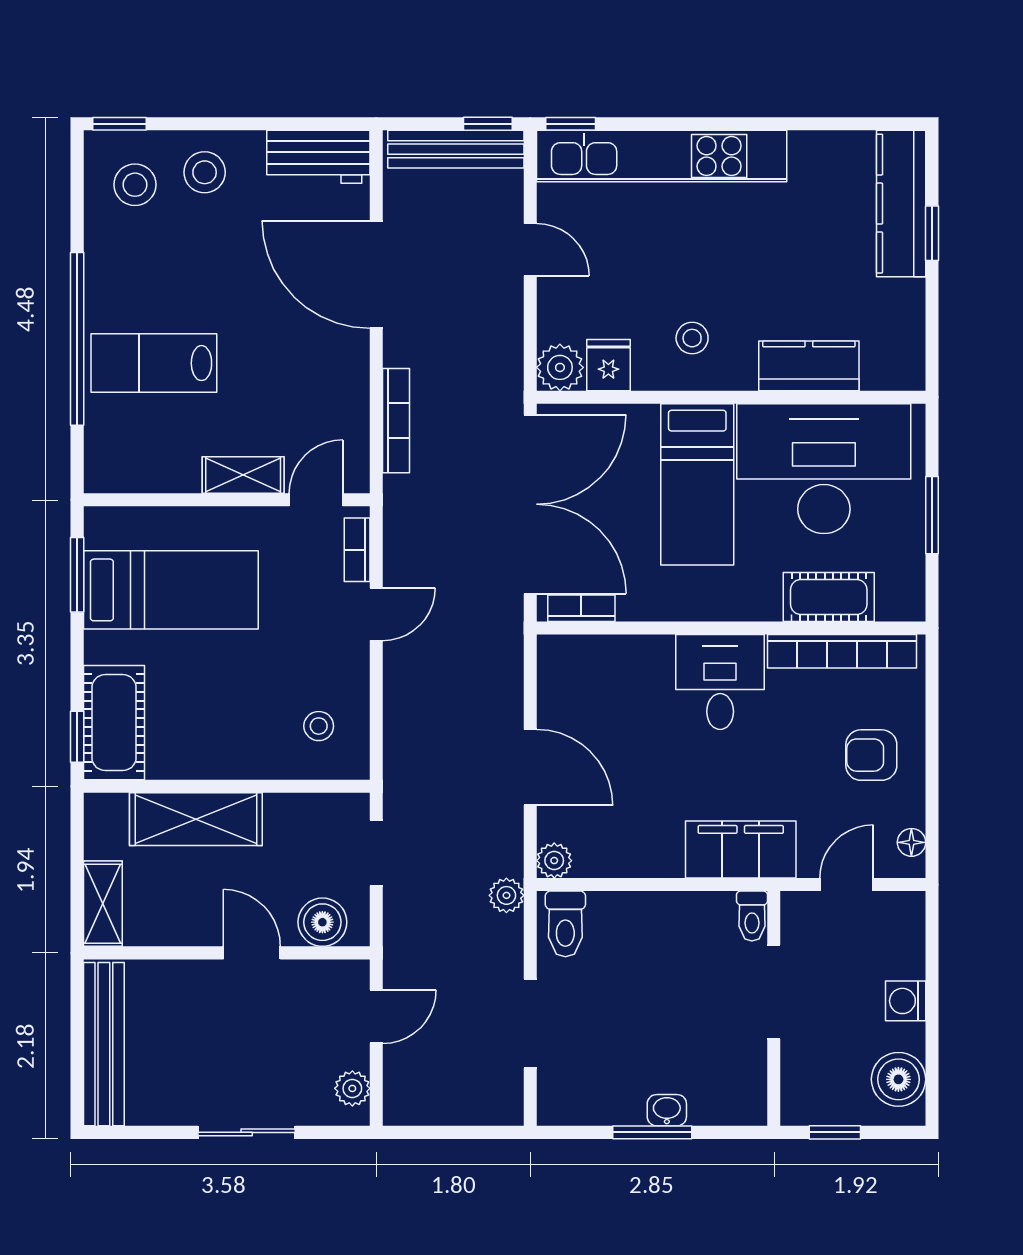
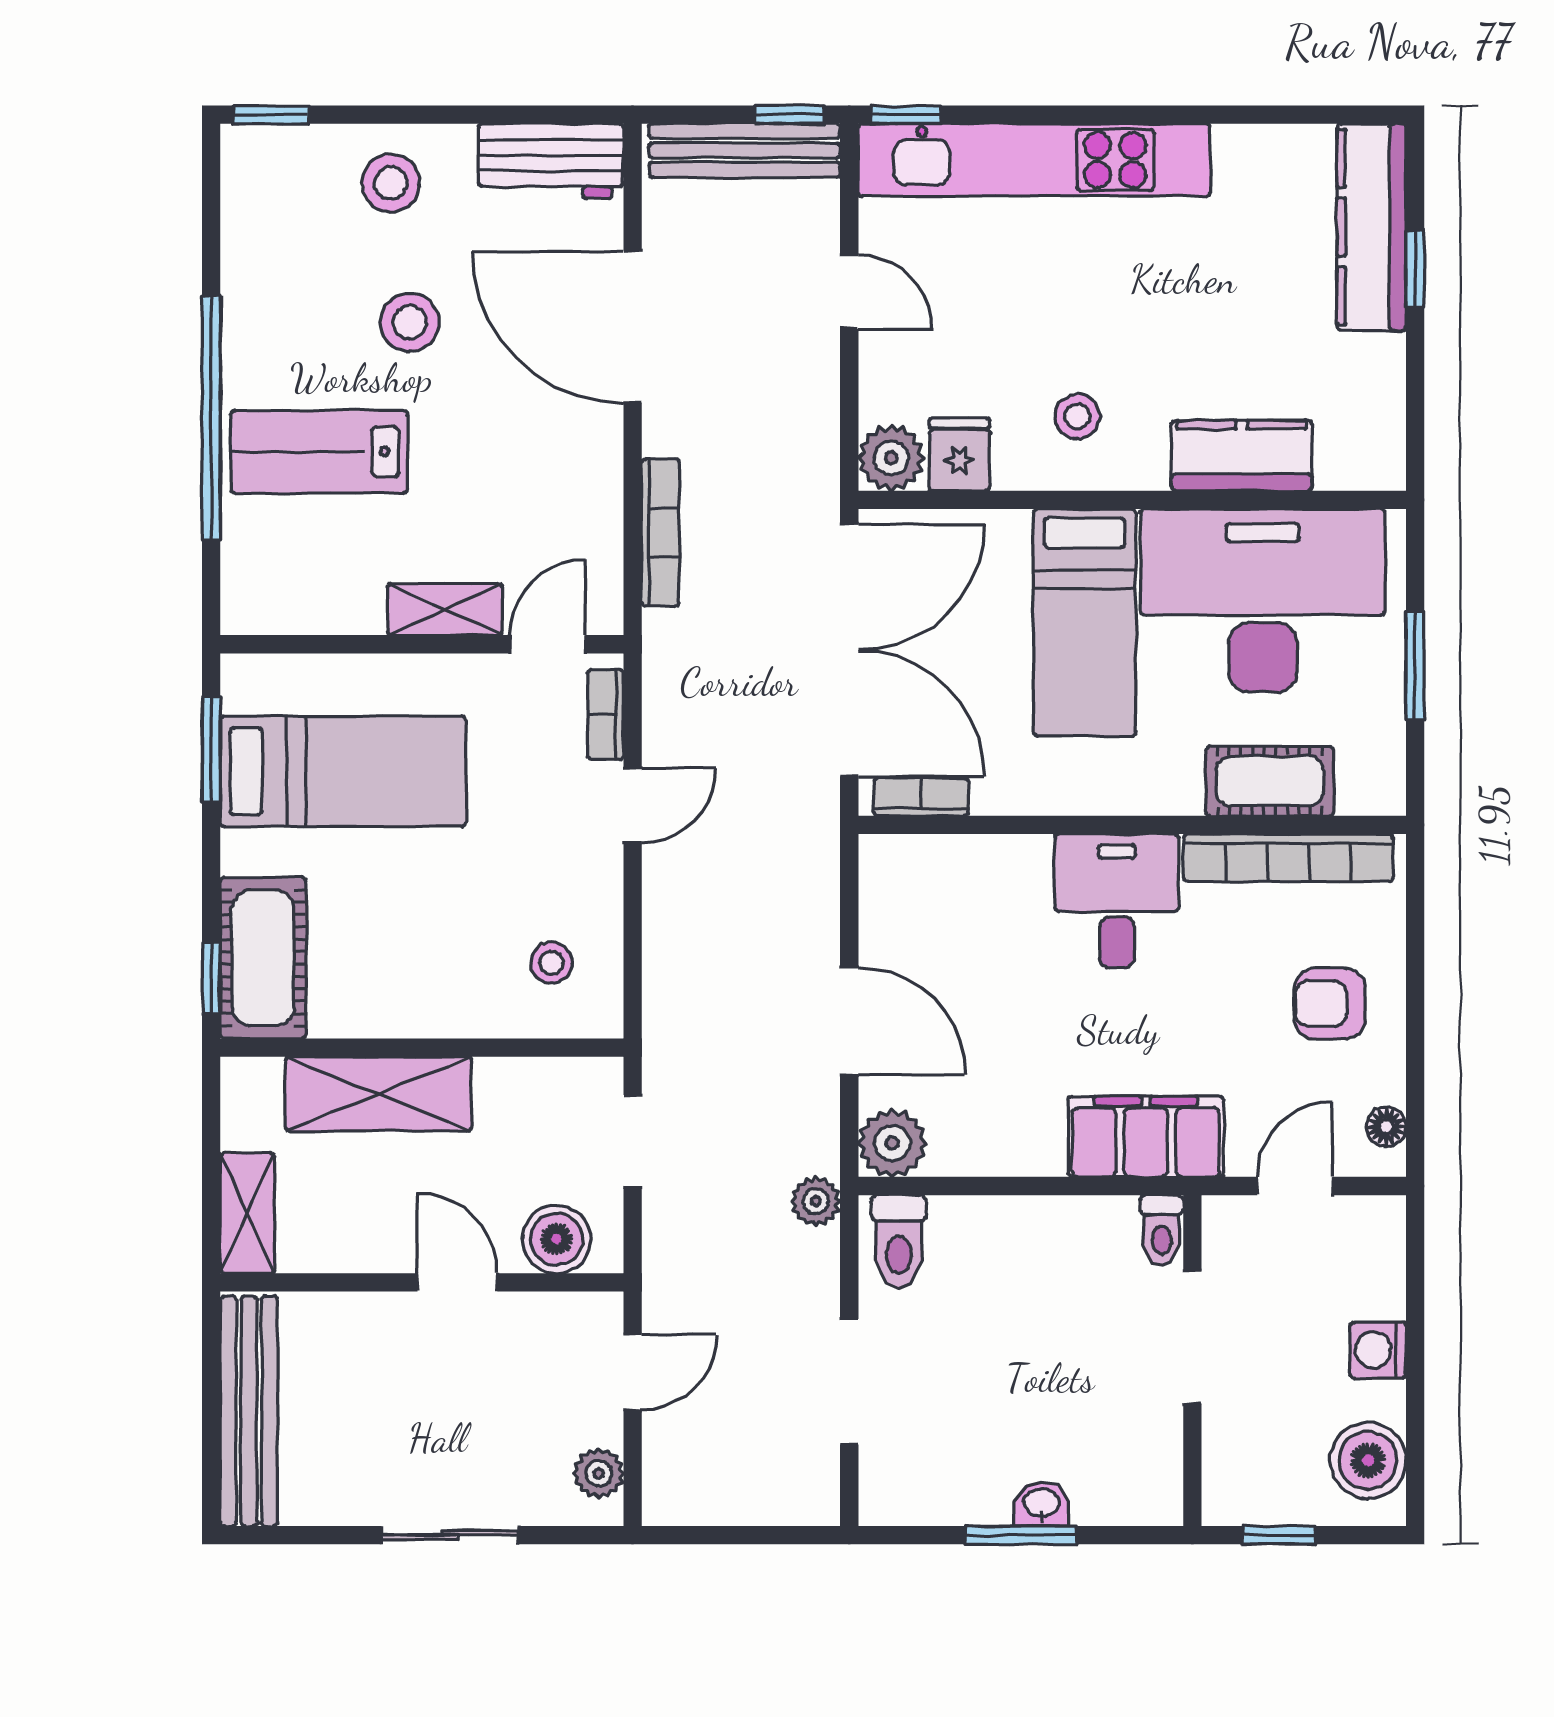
stool: (135, 185) -> (410, 322), moved
plant: (554, 861) -> (892, 1143), width x1.38, depth x1.38

